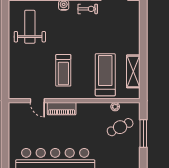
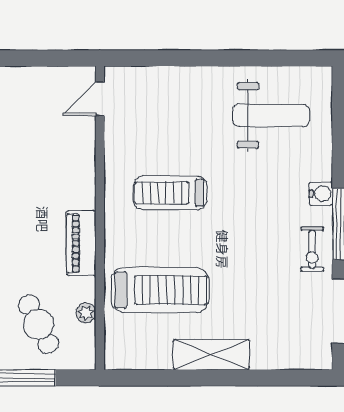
shelving: (133, 71) -> (211, 355), moved
door: (37, 101) -> (100, 99), moved
piano: (62, 109) -> (81, 243), moved

